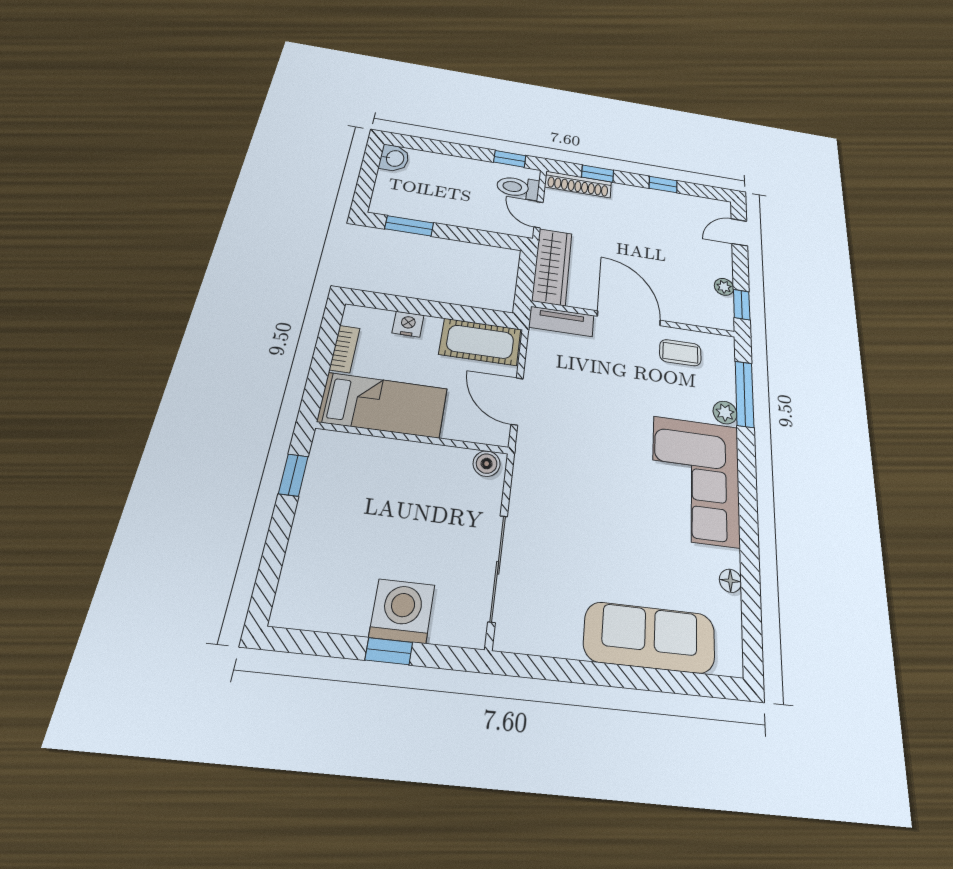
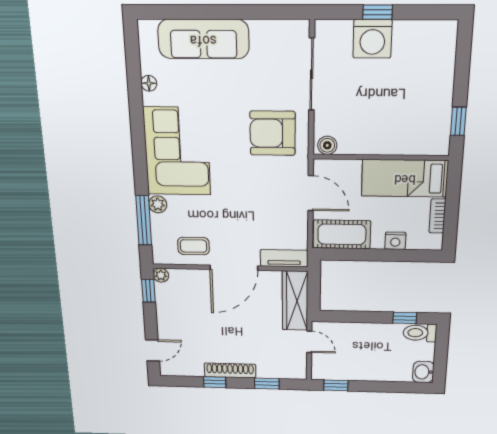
shoe rack: (578, 184) -> (230, 371), moved
toilet: (518, 187) -> (420, 333), moved, turned 180
window: (409, 226) -> (405, 318), width x0.67
plant: (724, 287) -> (161, 275), moved
door: (629, 318) -> (234, 268), hinge flipped
armchair: (562, 490) -> (273, 133), added

